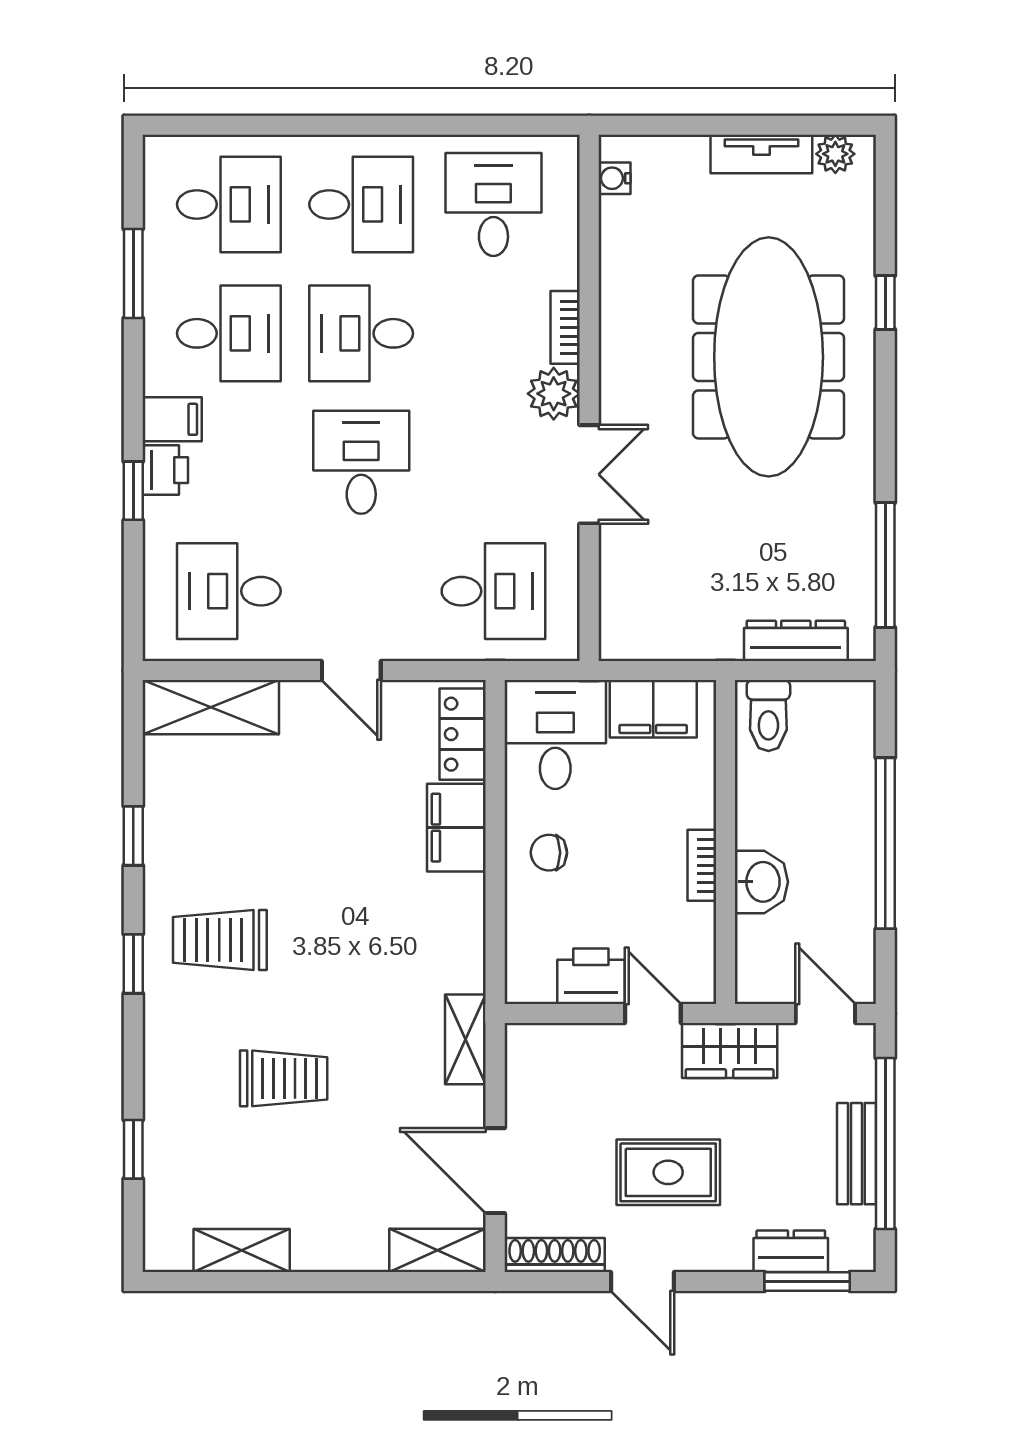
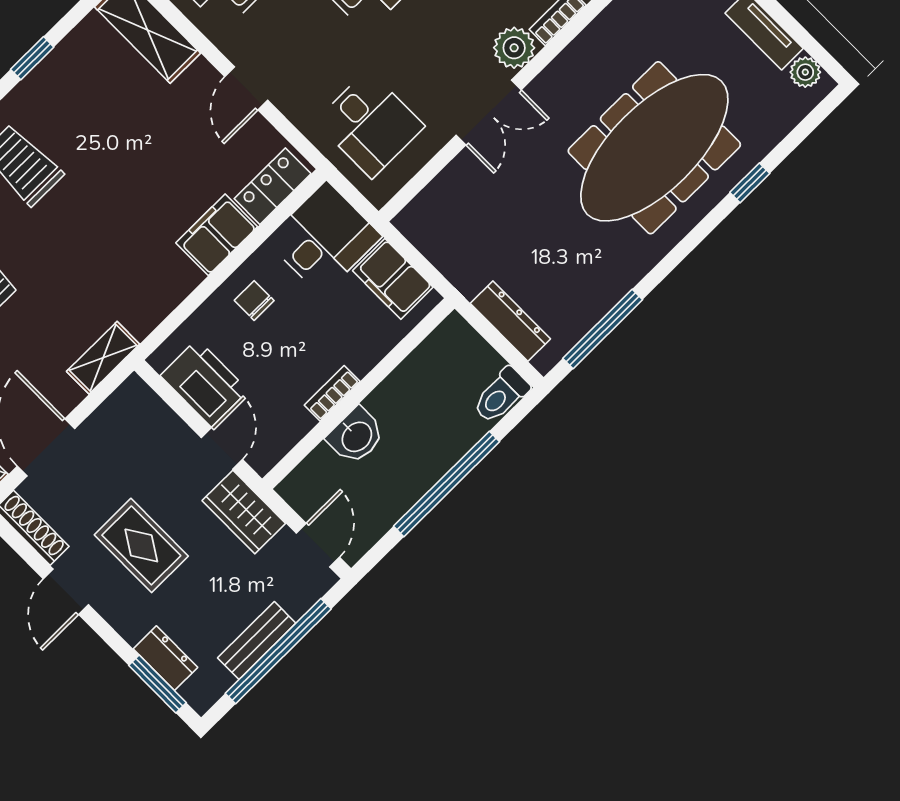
toilet: (768, 715) -> (501, 395), moved
printer: (591, 976) -> (204, 383), width x1.37, depth x1.19

